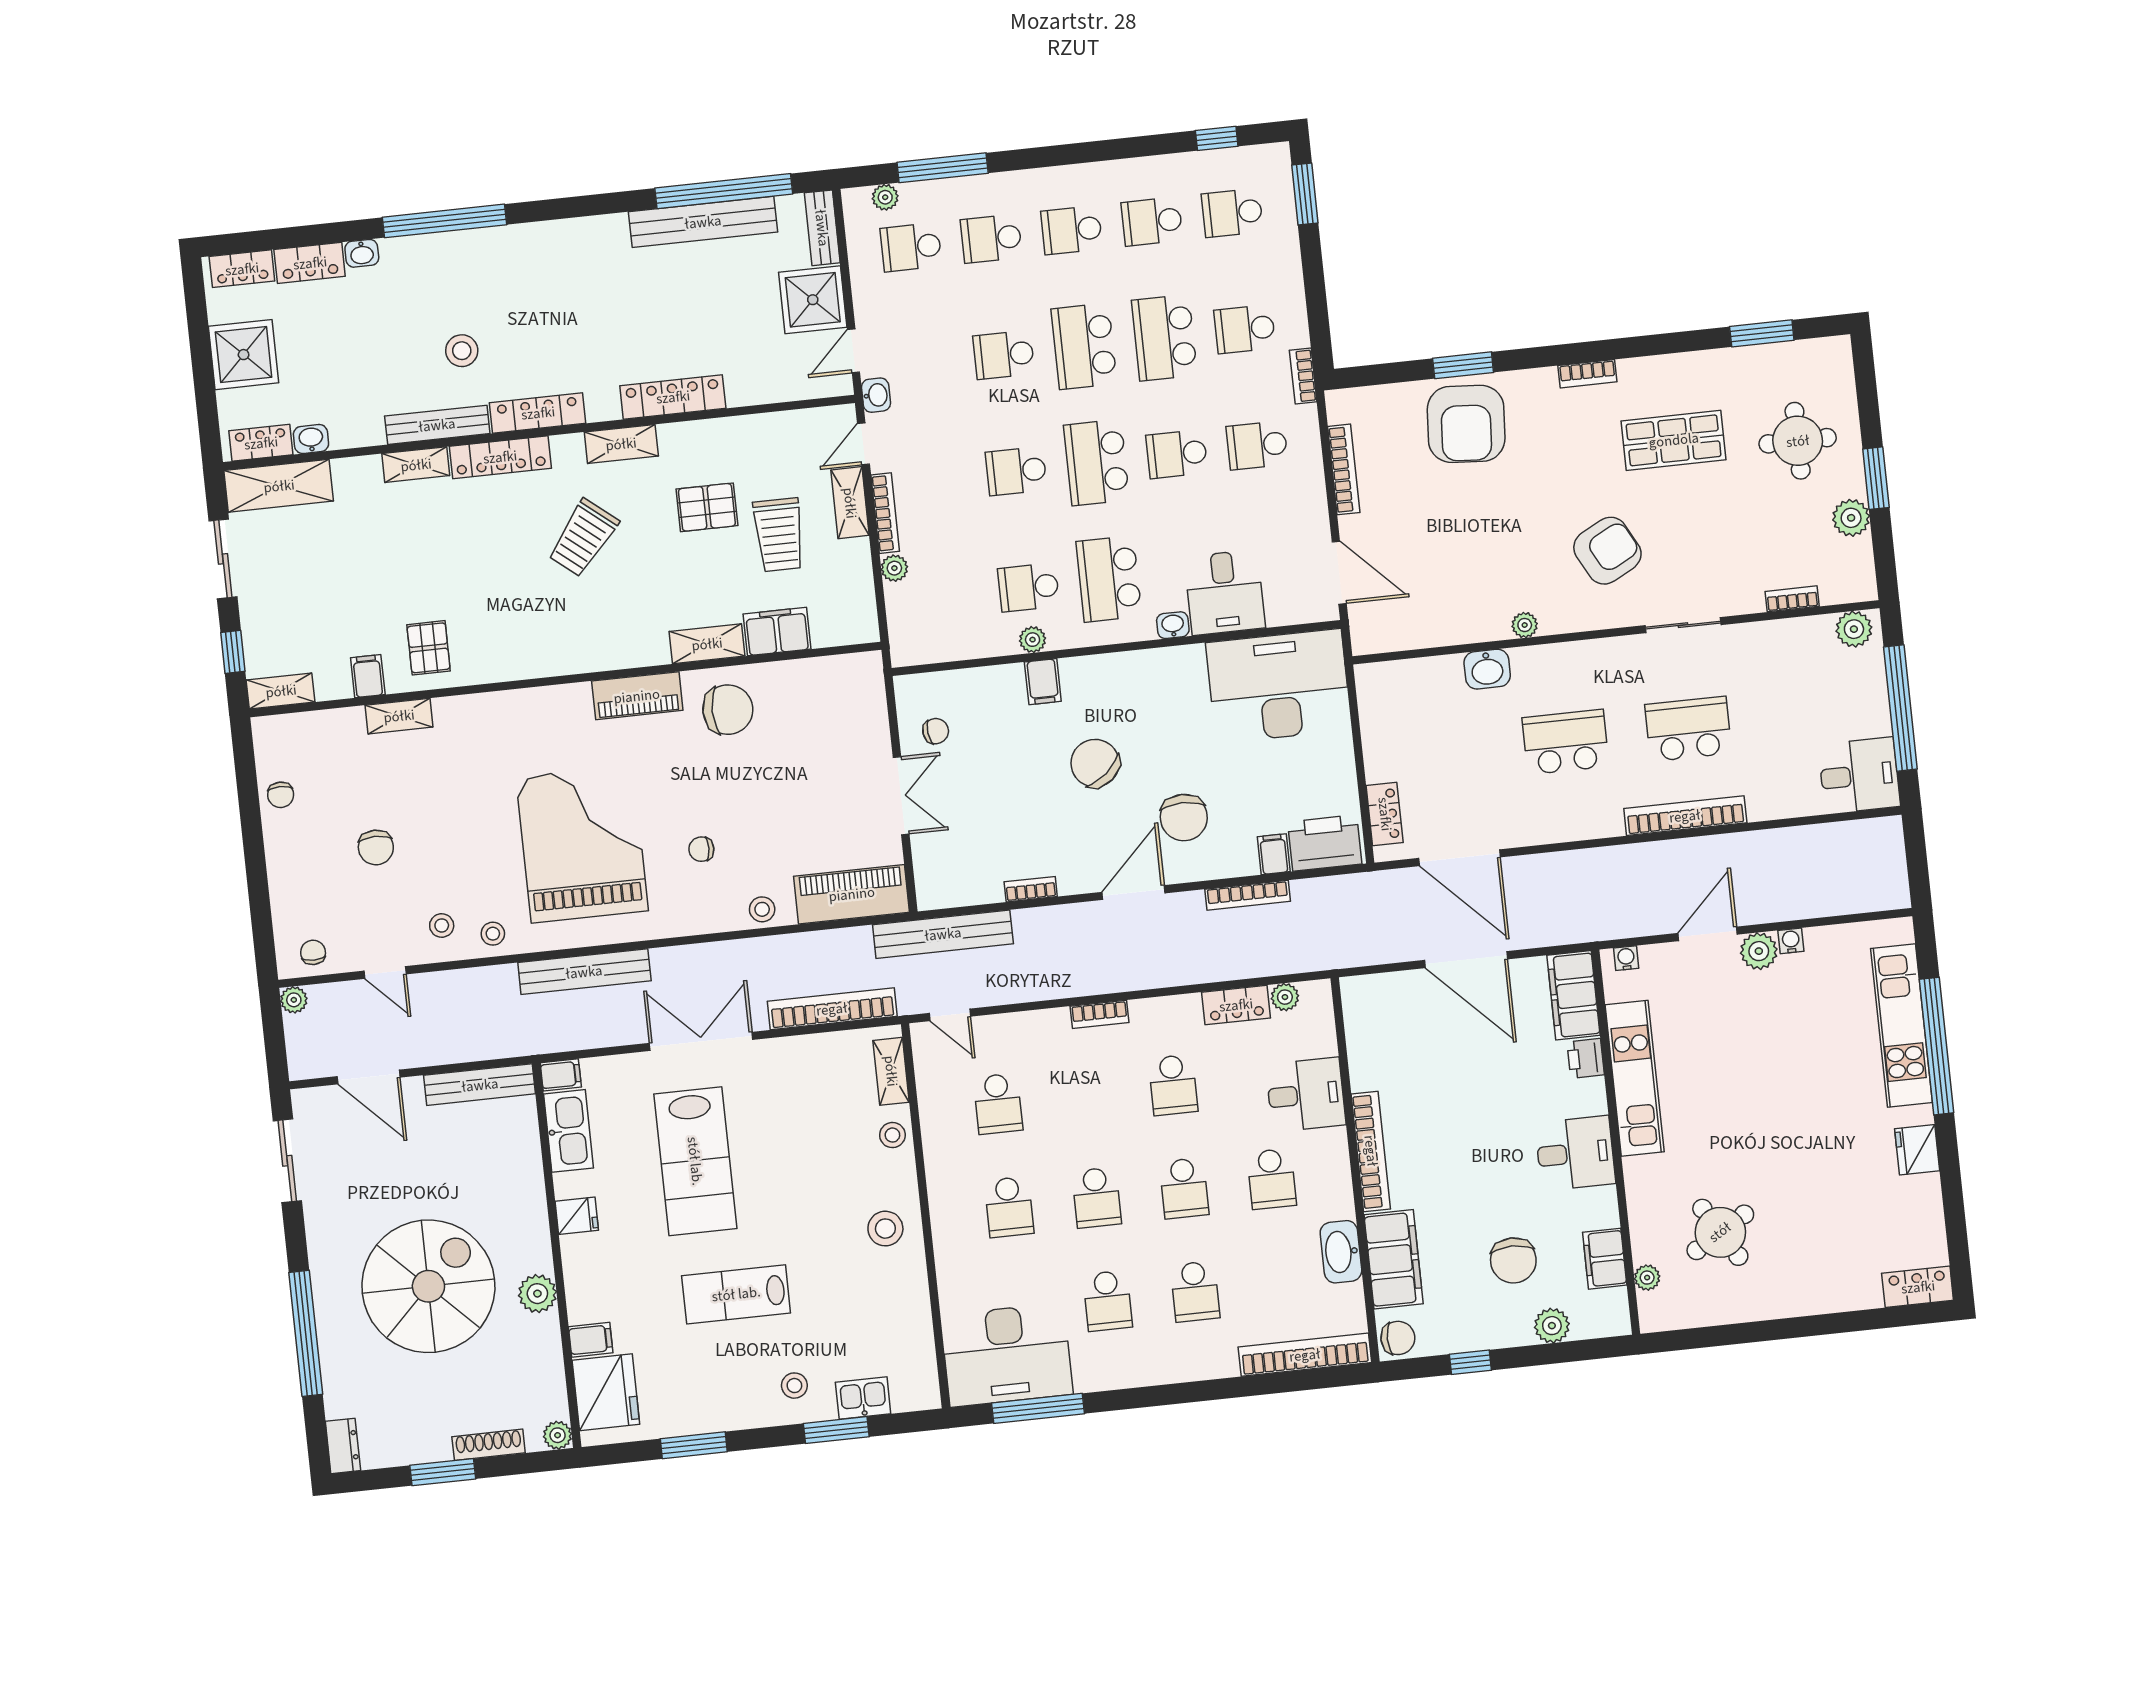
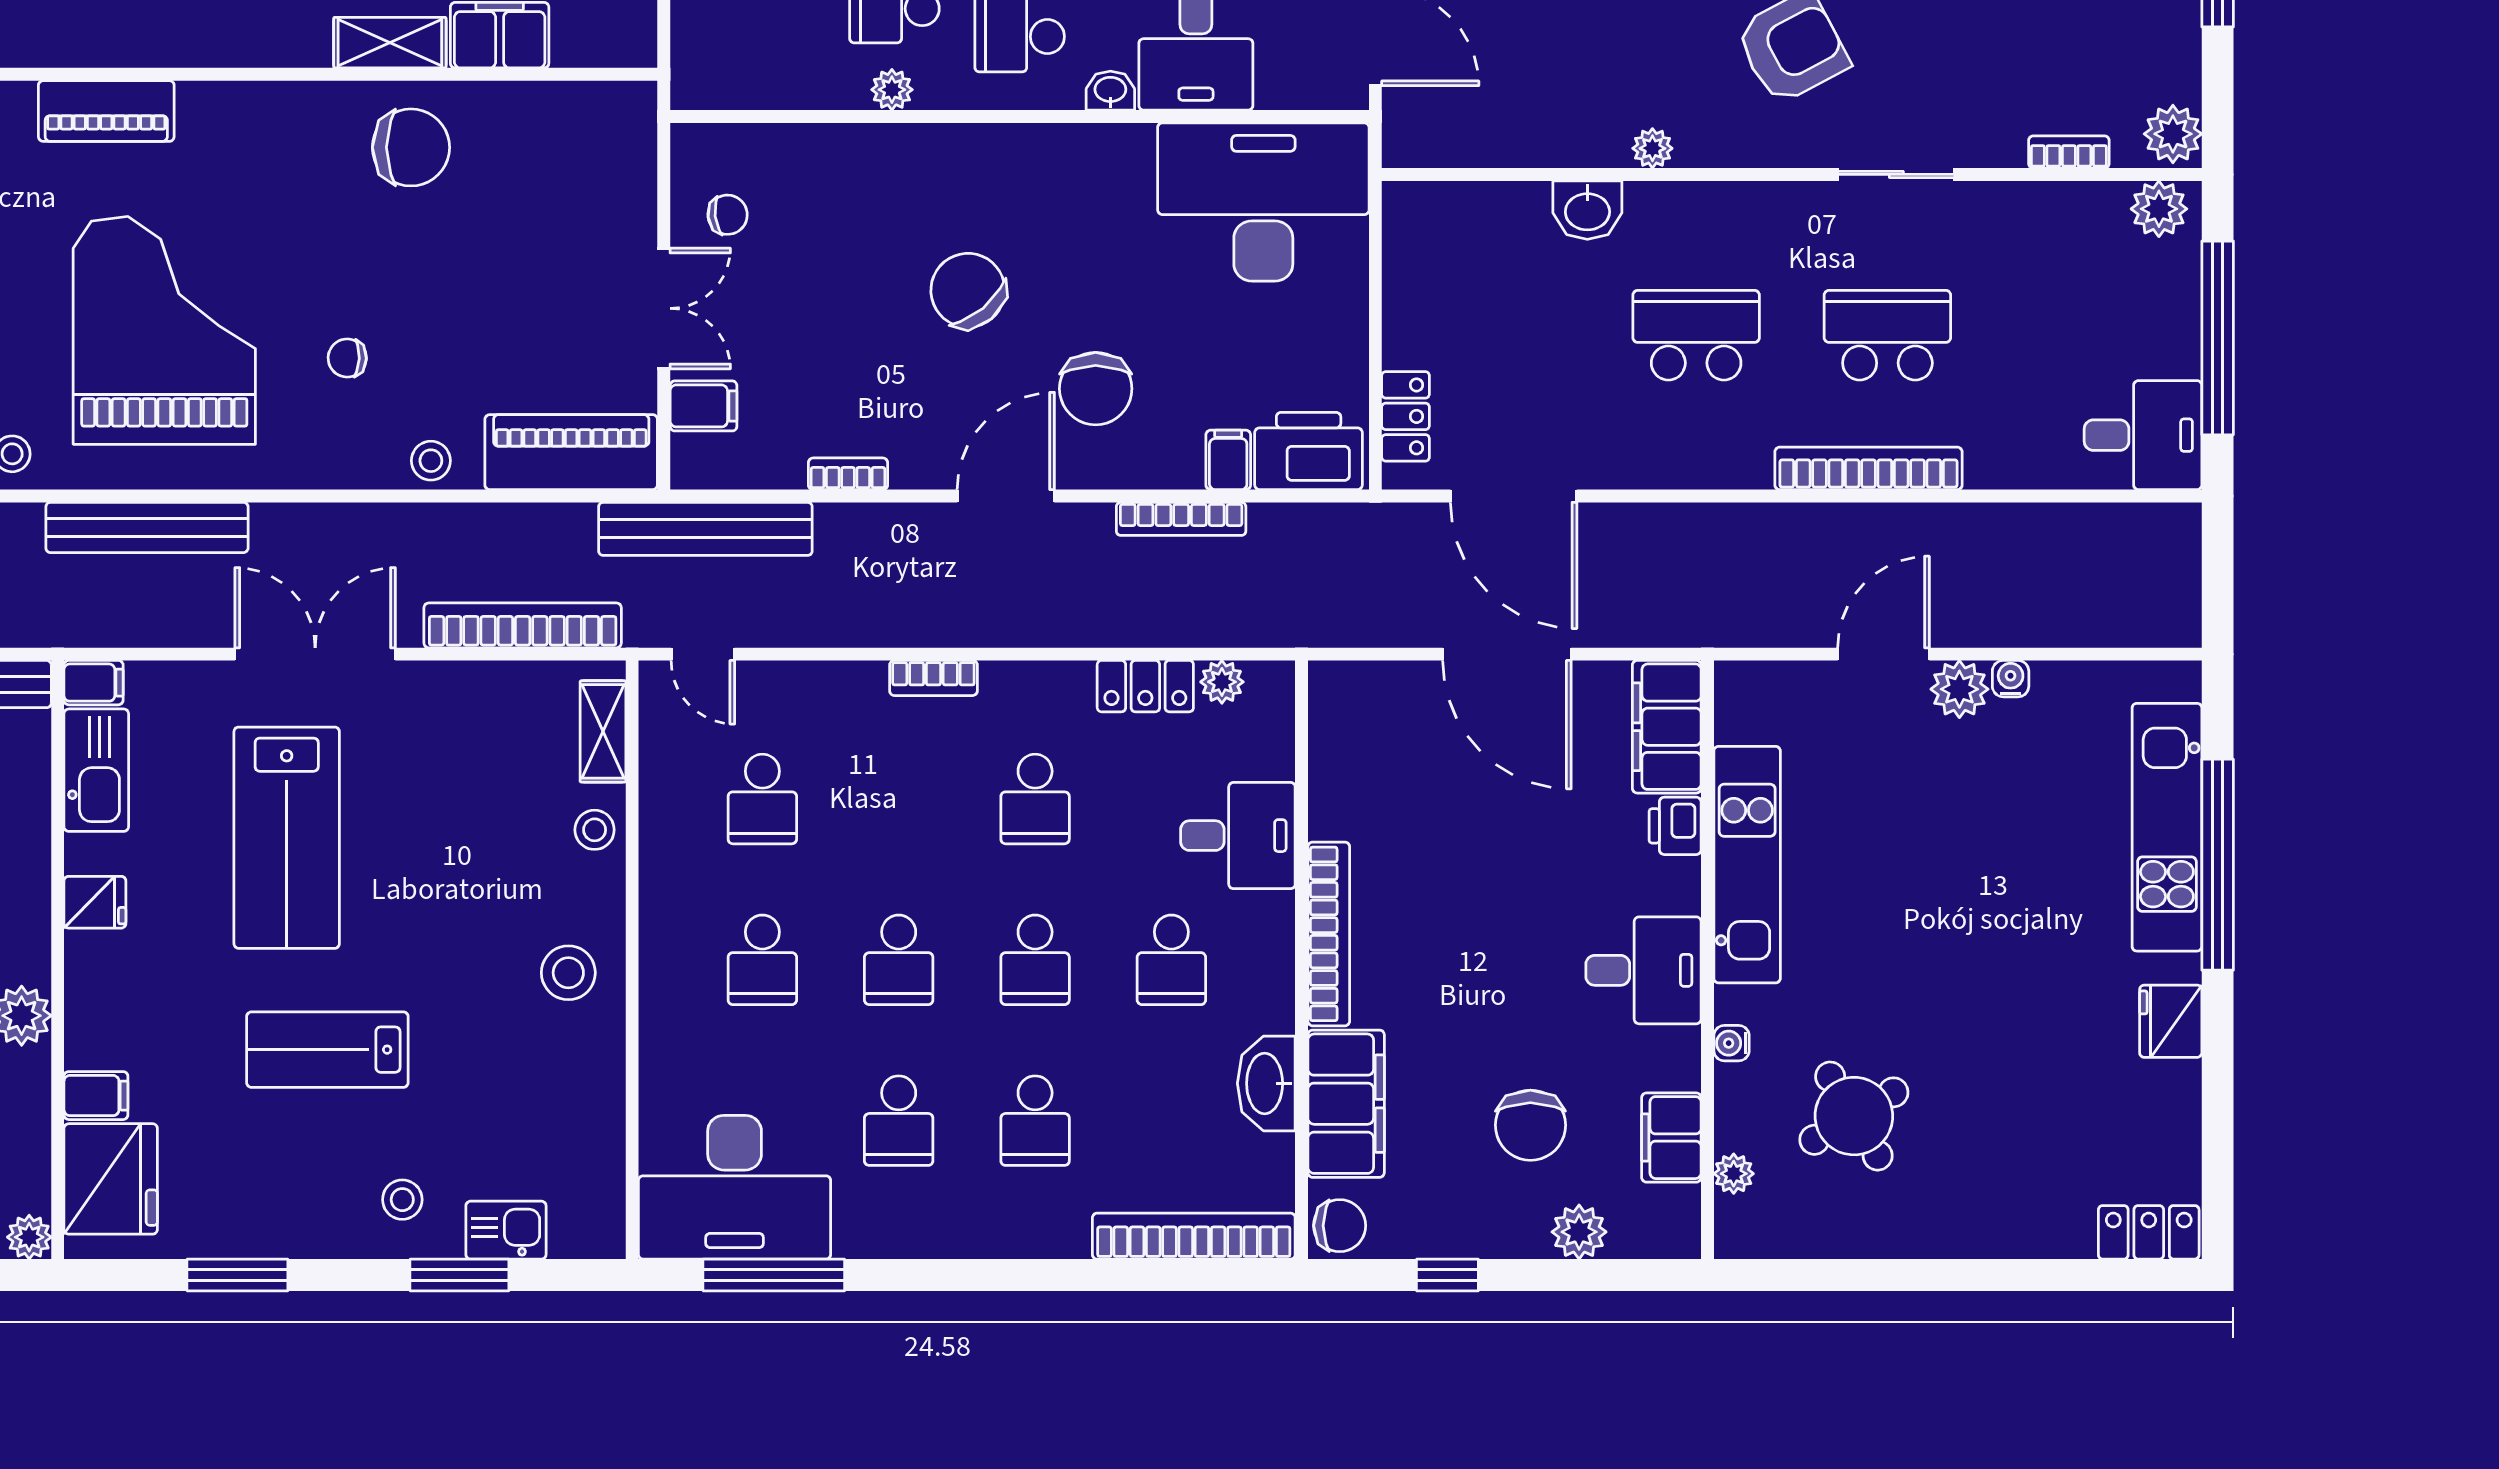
plant: (1851, 518) -> (2173, 134), moved
filing cabinet: (1043, 682) -> (704, 406), moved, turned -90
piano: (637, 696) -> (106, 111), moved
water cooler: (1626, 958) -> (1731, 1043), moved, turned -90

